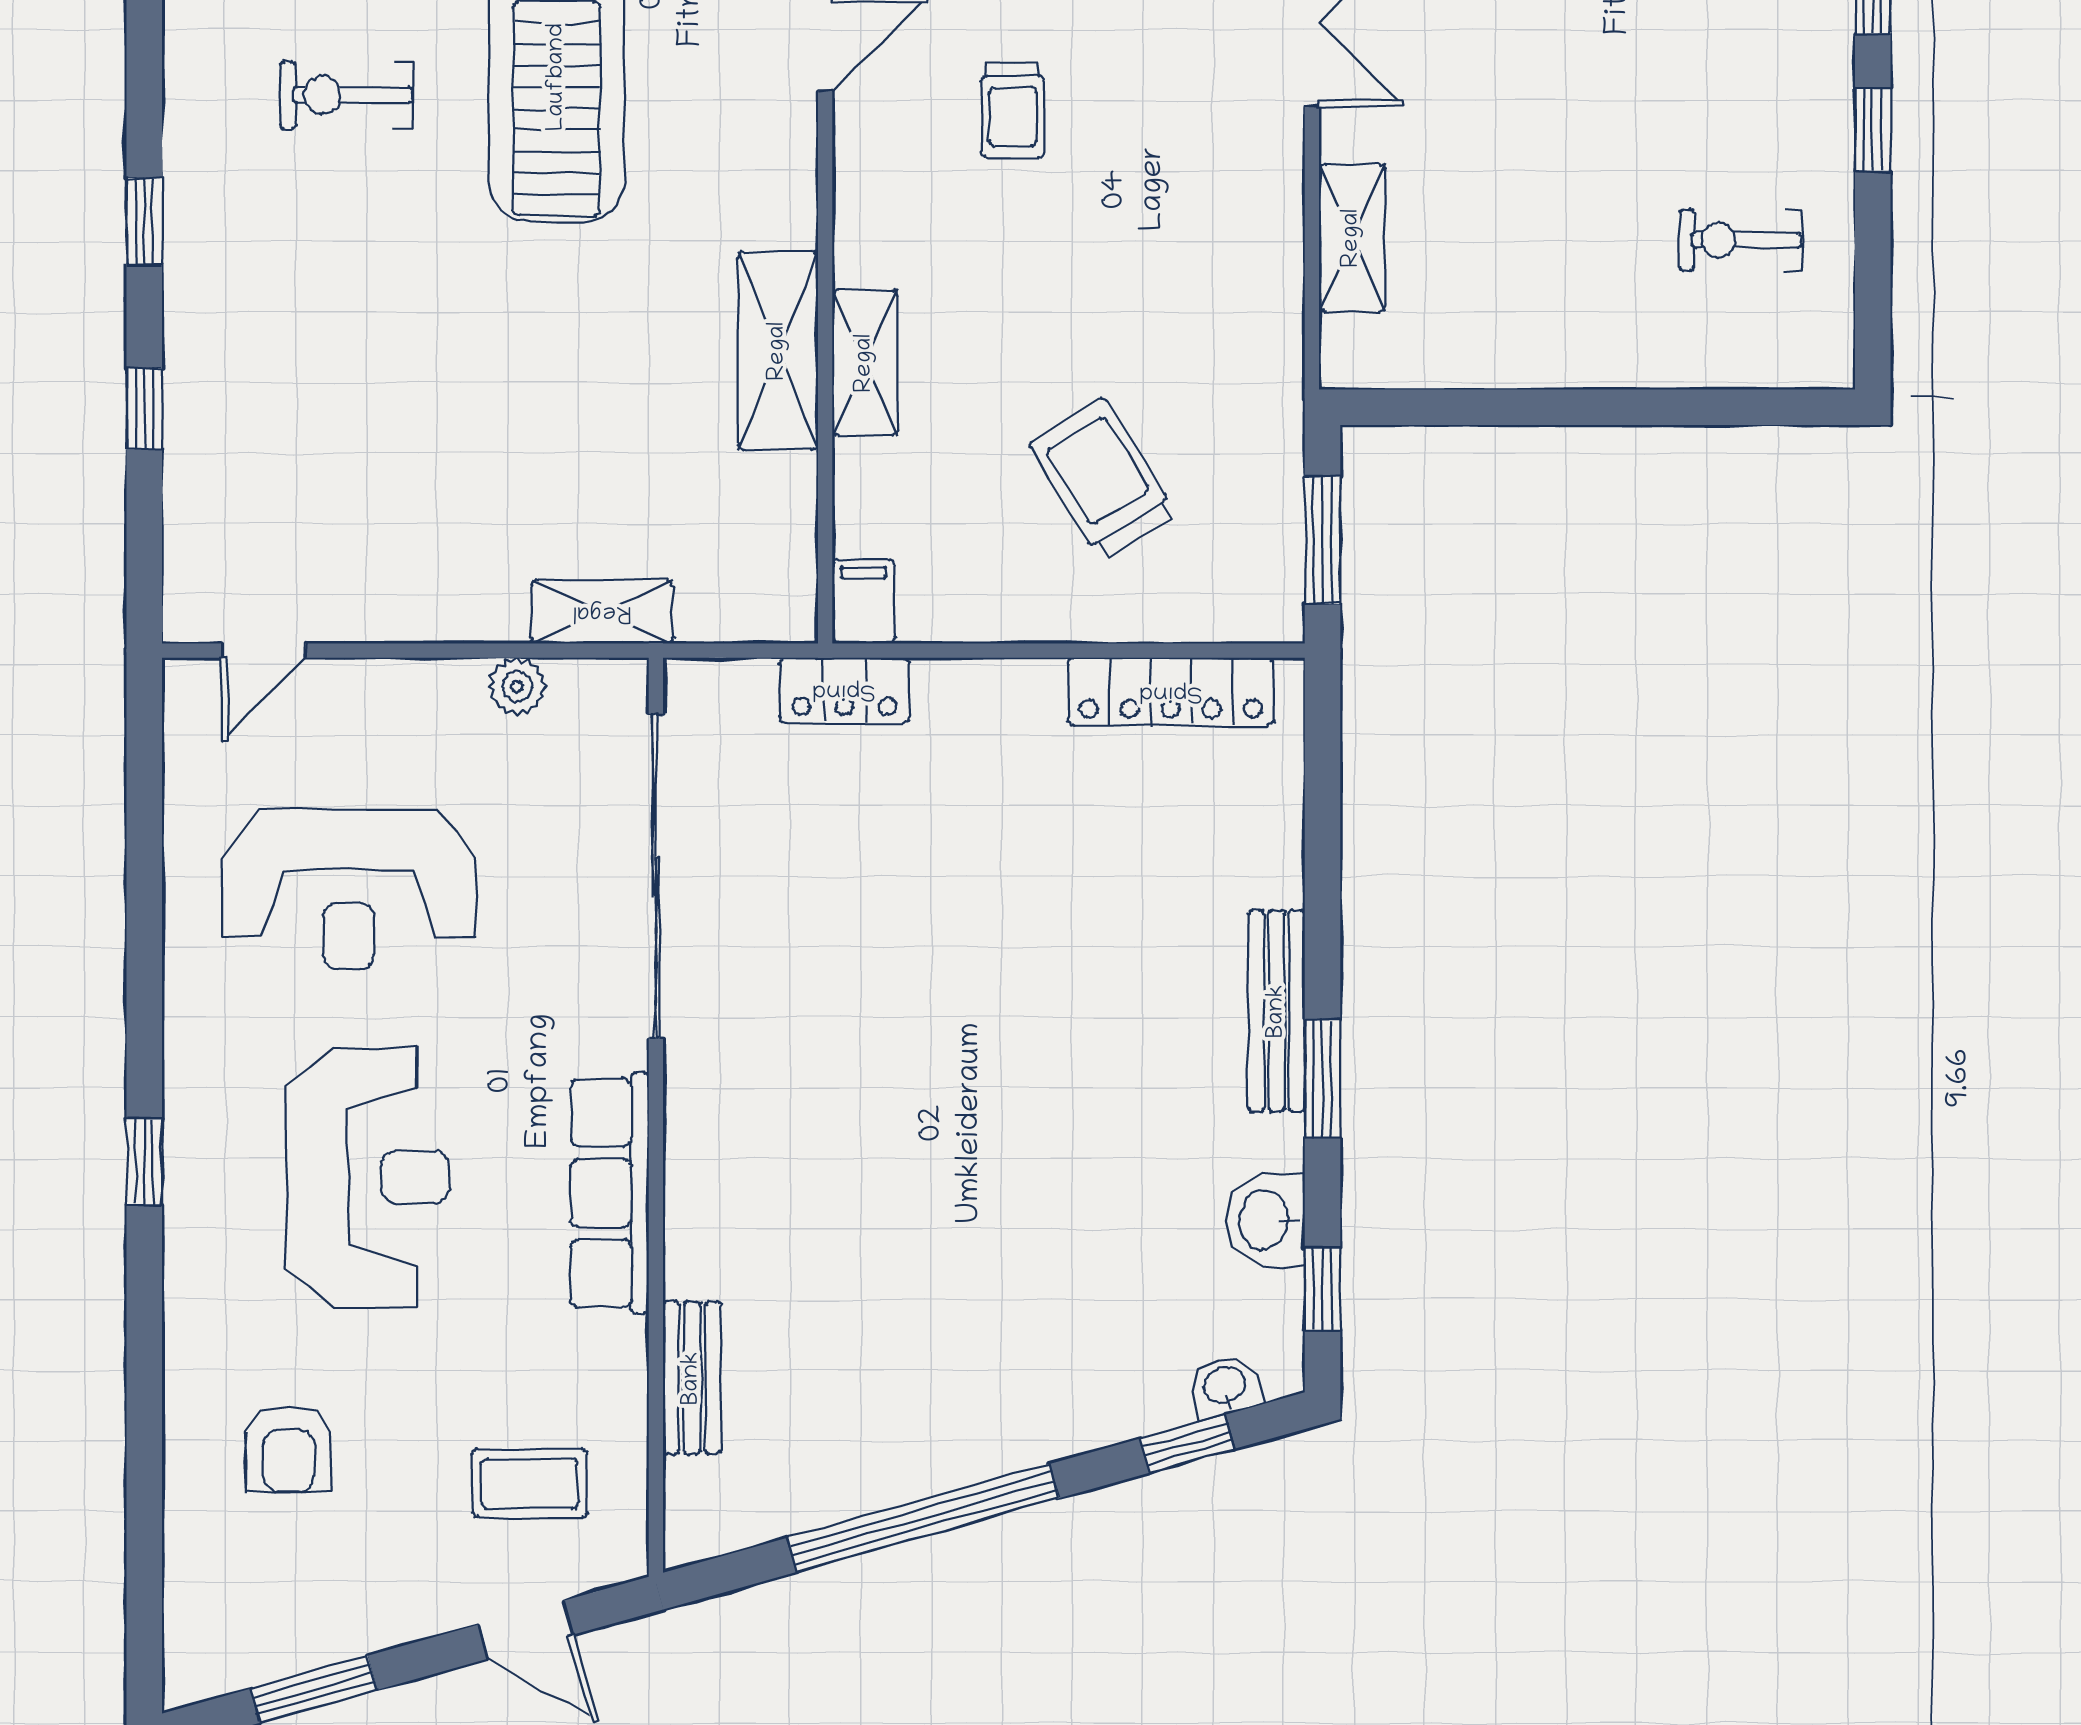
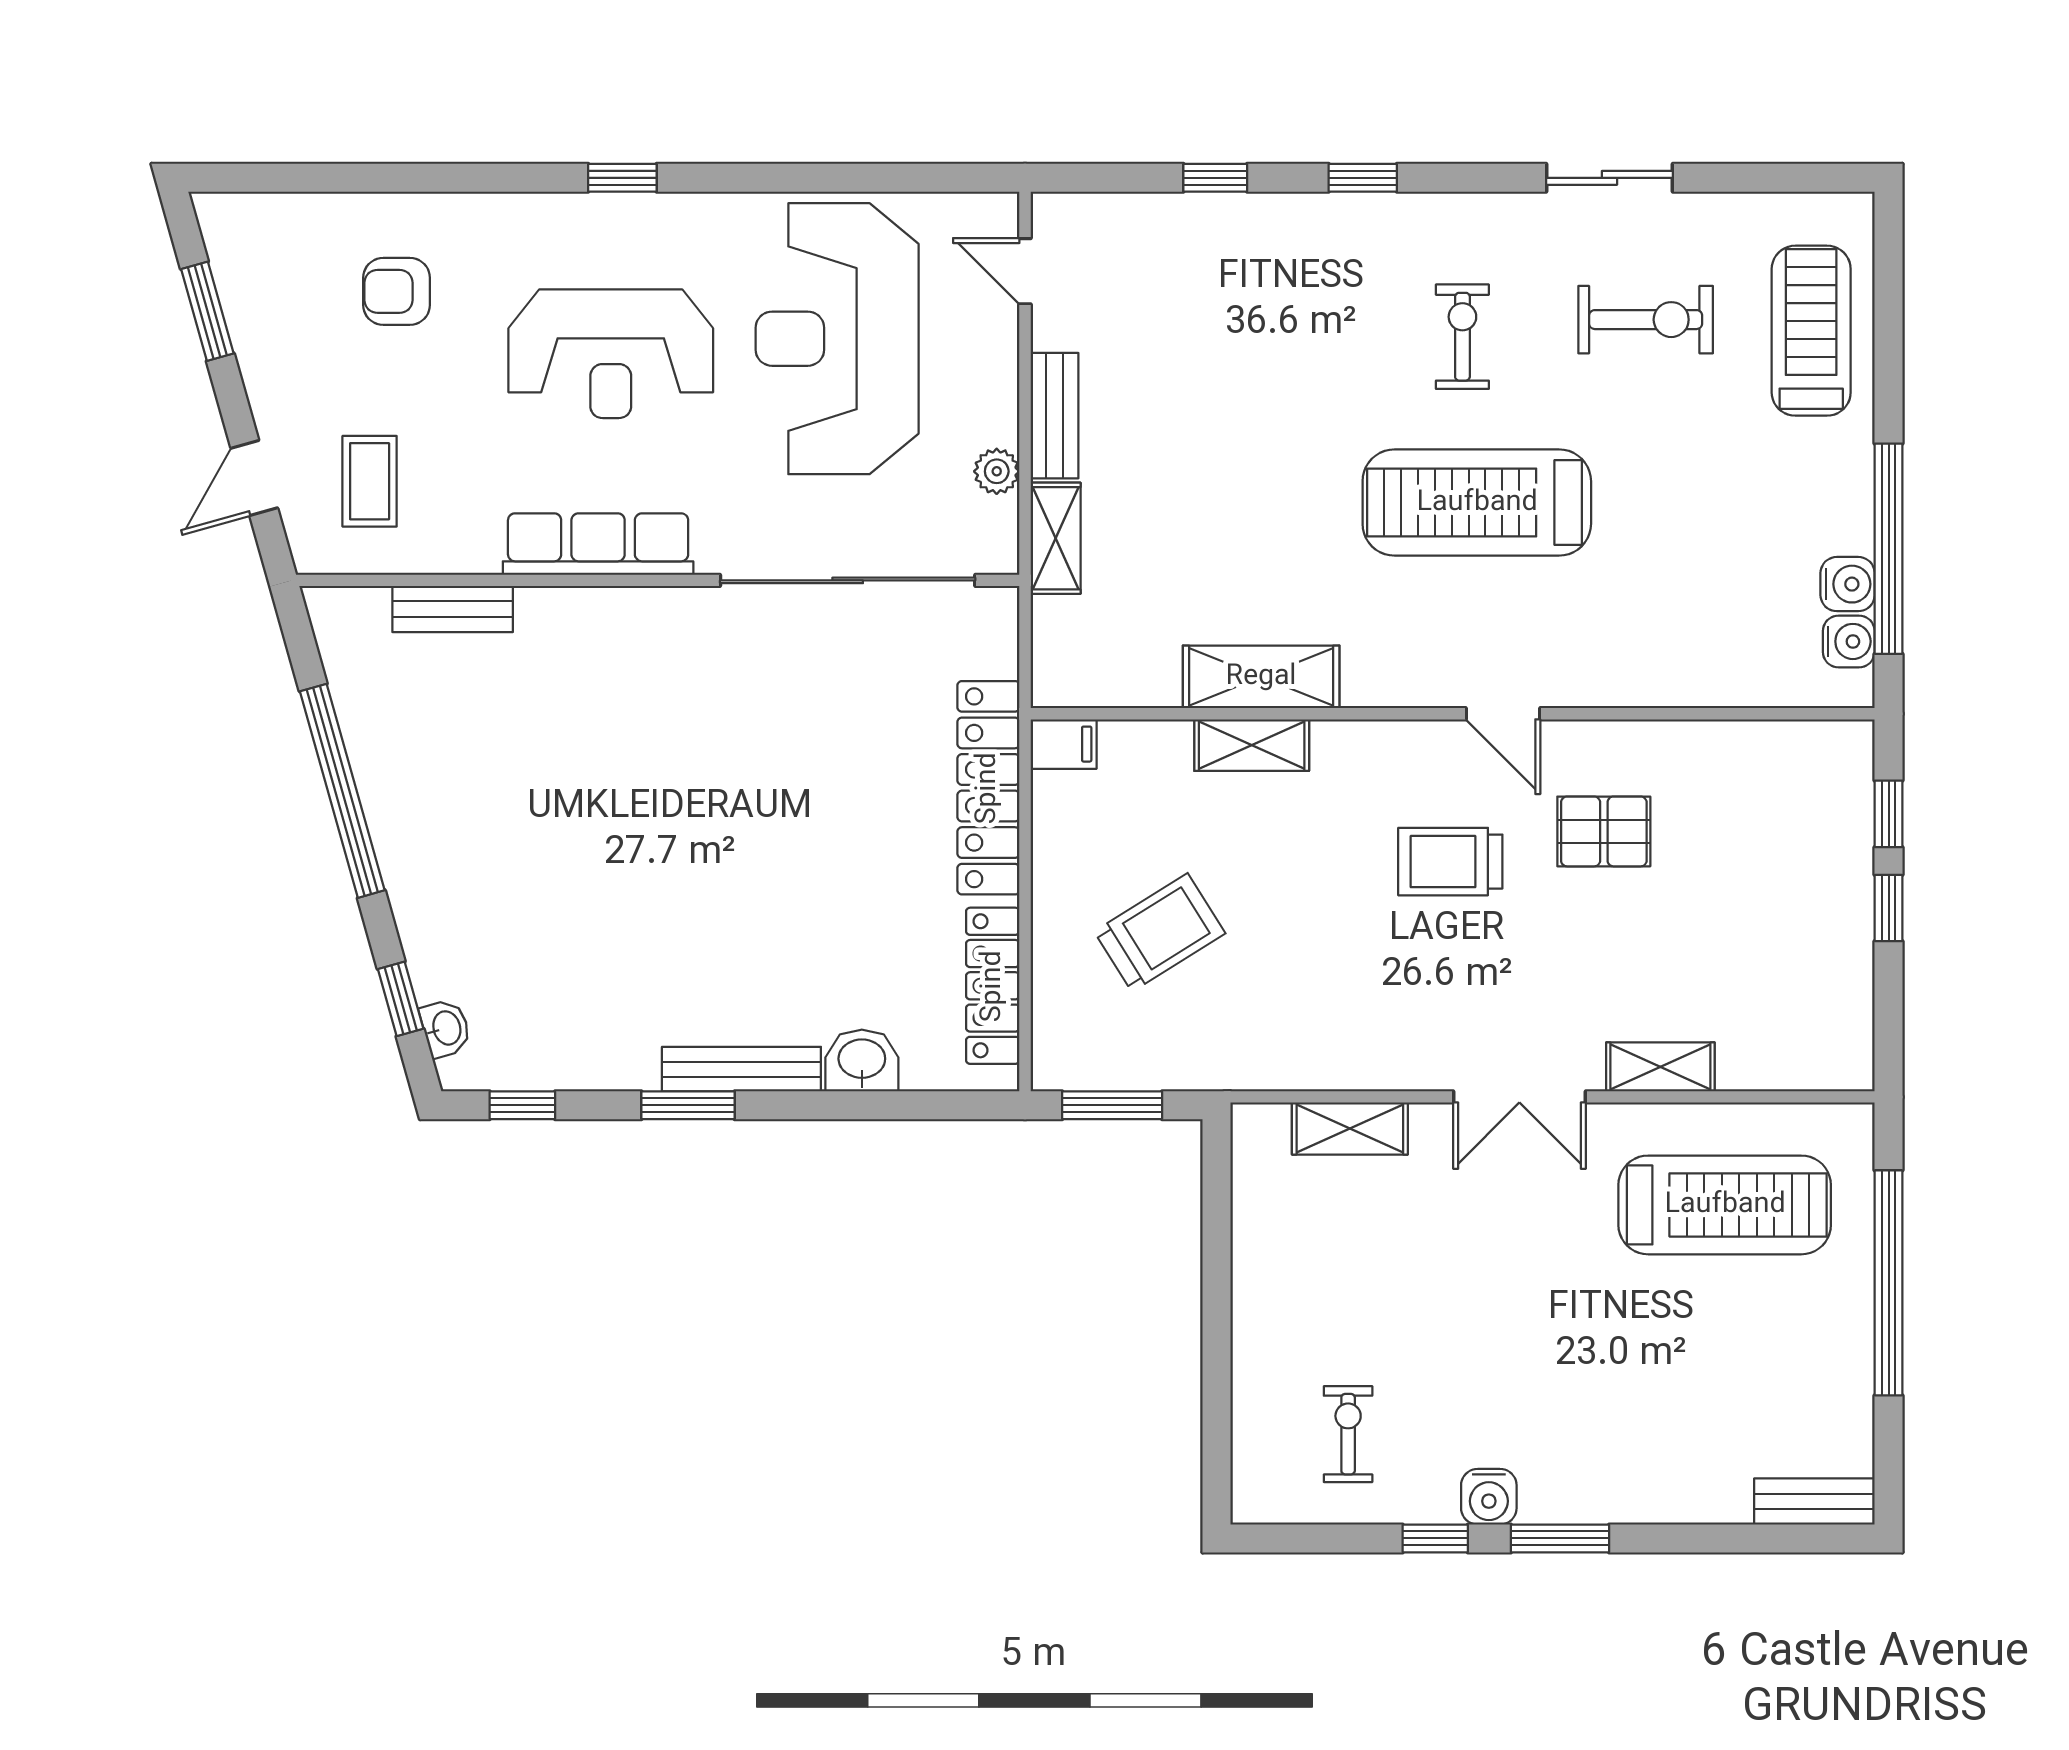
water cooler: (1820, 61) -> (1489, 1497), added
trolley: (1013, 110) -> (1450, 862), width x1.36, depth x1.39
bench: (446, 613) -> (1054, 416), added
locker: (844, 690) -> (988, 788), width x2.16, depth x1.21
reception desk: (349, 889) -> (837, 339), width x1.36, depth x1.30
washbasin: (1266, 1220) -> (862, 1060), moved

